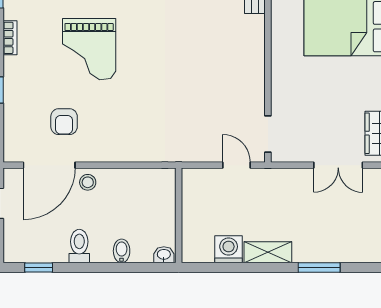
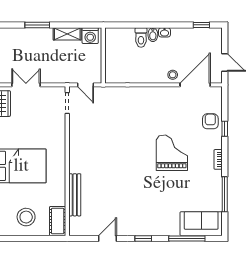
armchair: (64, 122) -> (210, 121), moved
wall: (179, 215) -> (103, 55), moved
toilet: (79, 246) -> (141, 37), moved
washbasin: (164, 255) -> (165, 32), moved

